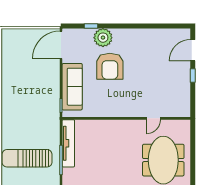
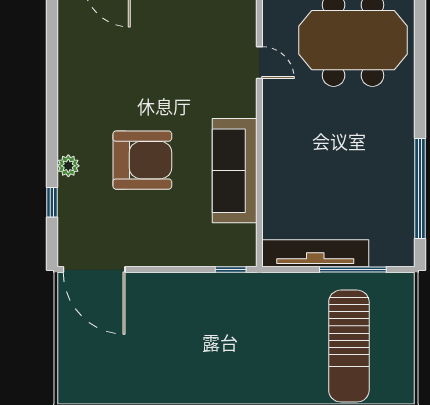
plant: (103, 38) -> (68, 166), width x0.53, depth x0.53
sofa: (72, 87) -> (235, 171), moved, turned -90

